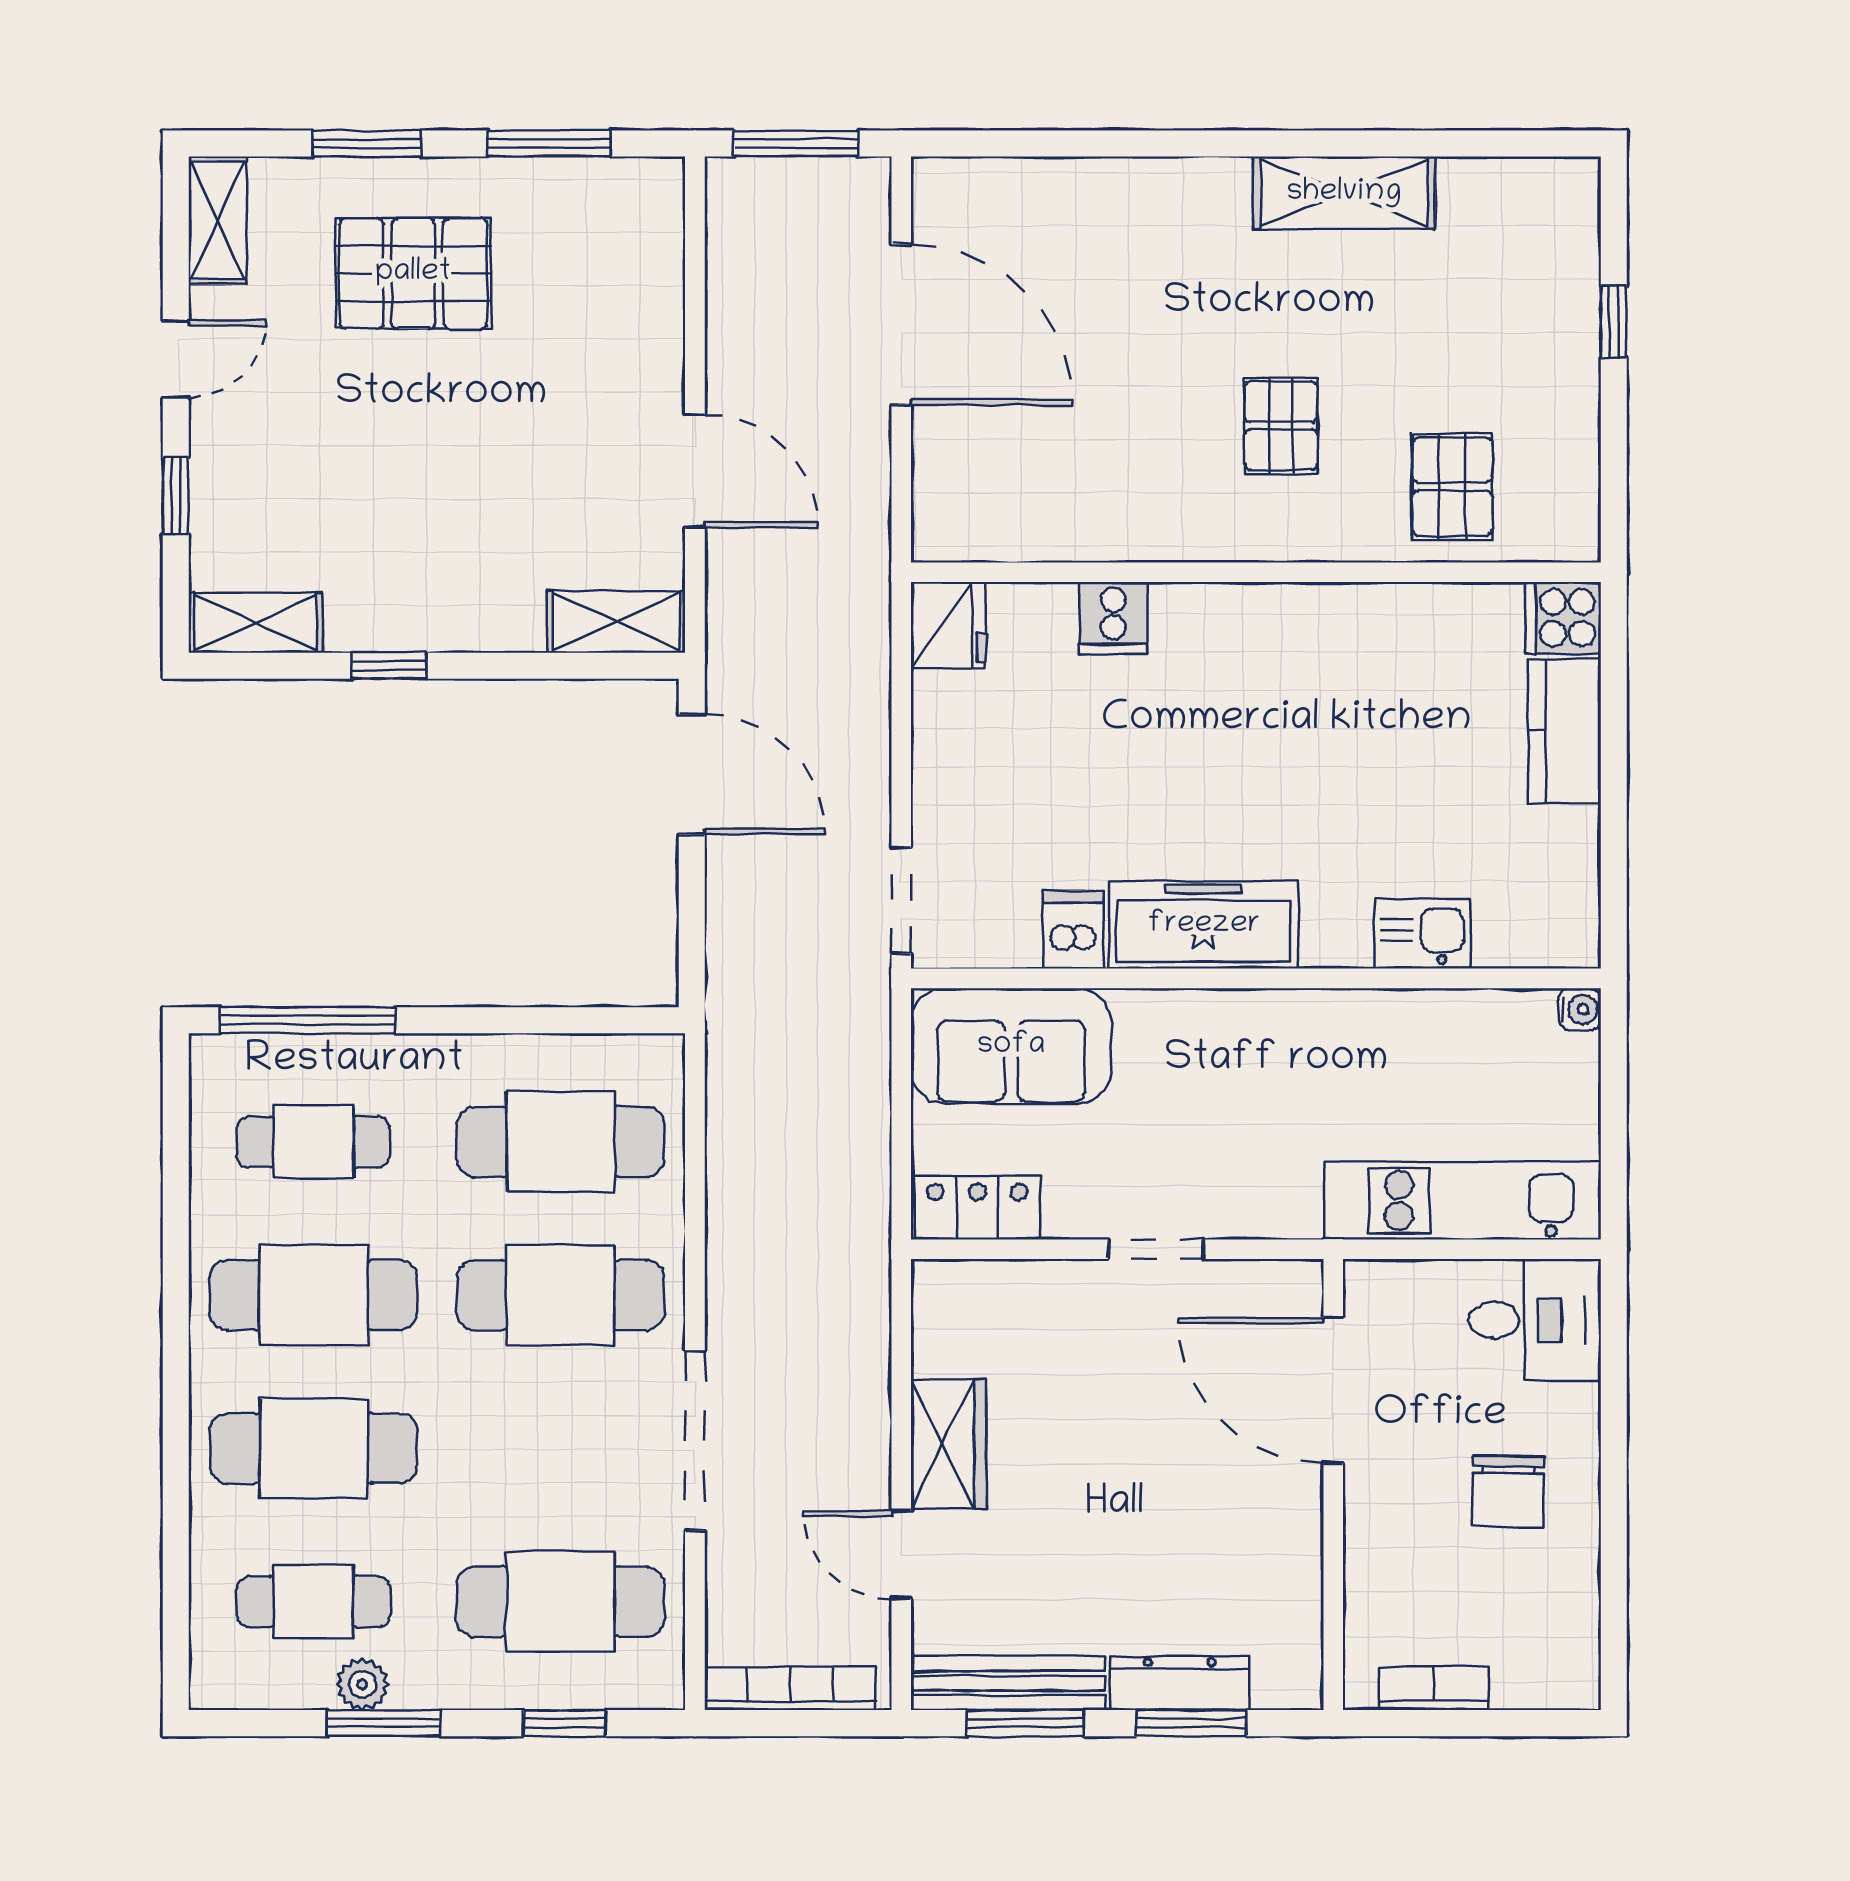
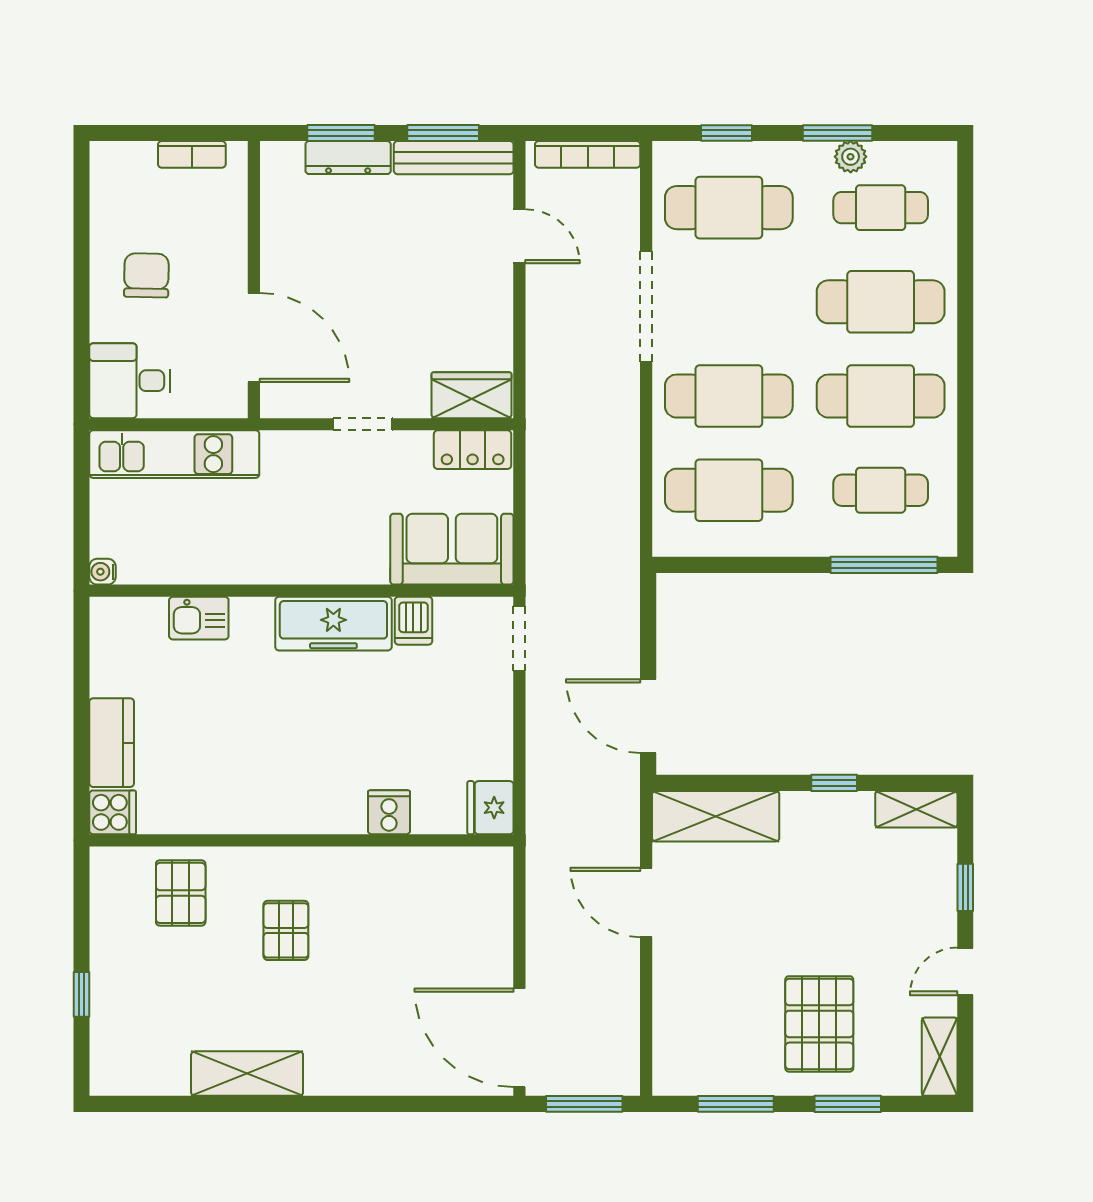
pallet: (413, 273) -> (819, 1024), turned 90
door: (901, 325) -> (519, 1038), moved
shelving: (616, 622) -> (716, 816), width x1.50, depth x1.33
wardrobe: (949, 1444) -> (472, 395), moved, turned 90

